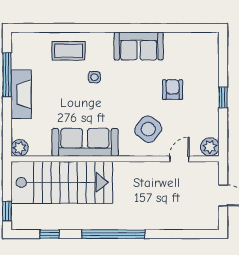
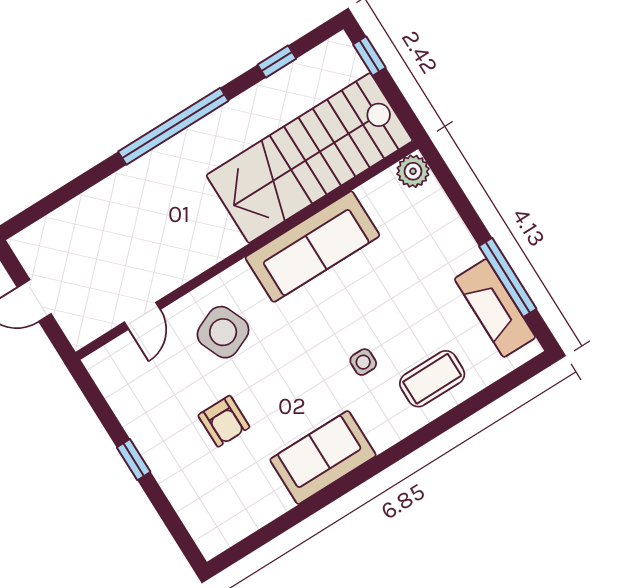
fireplace: (21, 94) -> (495, 308), moved
side table: (148, 129) -> (223, 332), turned 30
plant: (210, 147) -> (105, 366), removed

